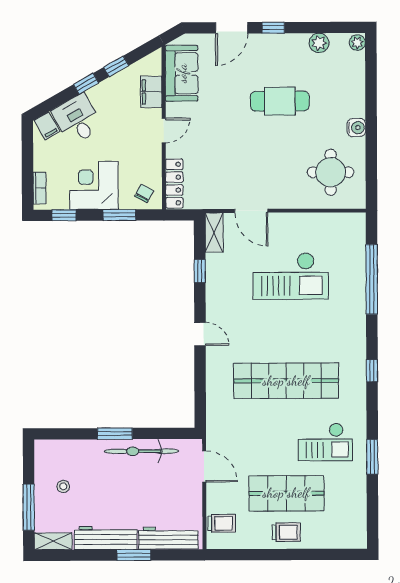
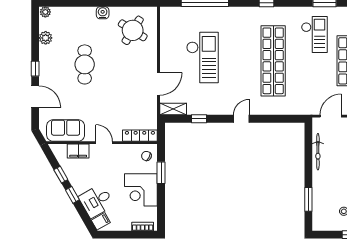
round table: (331, 172) -> (133, 30), turned 32
window: (64, 215) -> (161, 210), removed
window: (115, 434) -> (308, 199), moved
bicycle: (142, 451) -> (318, 152), width x0.73, depth x0.71

